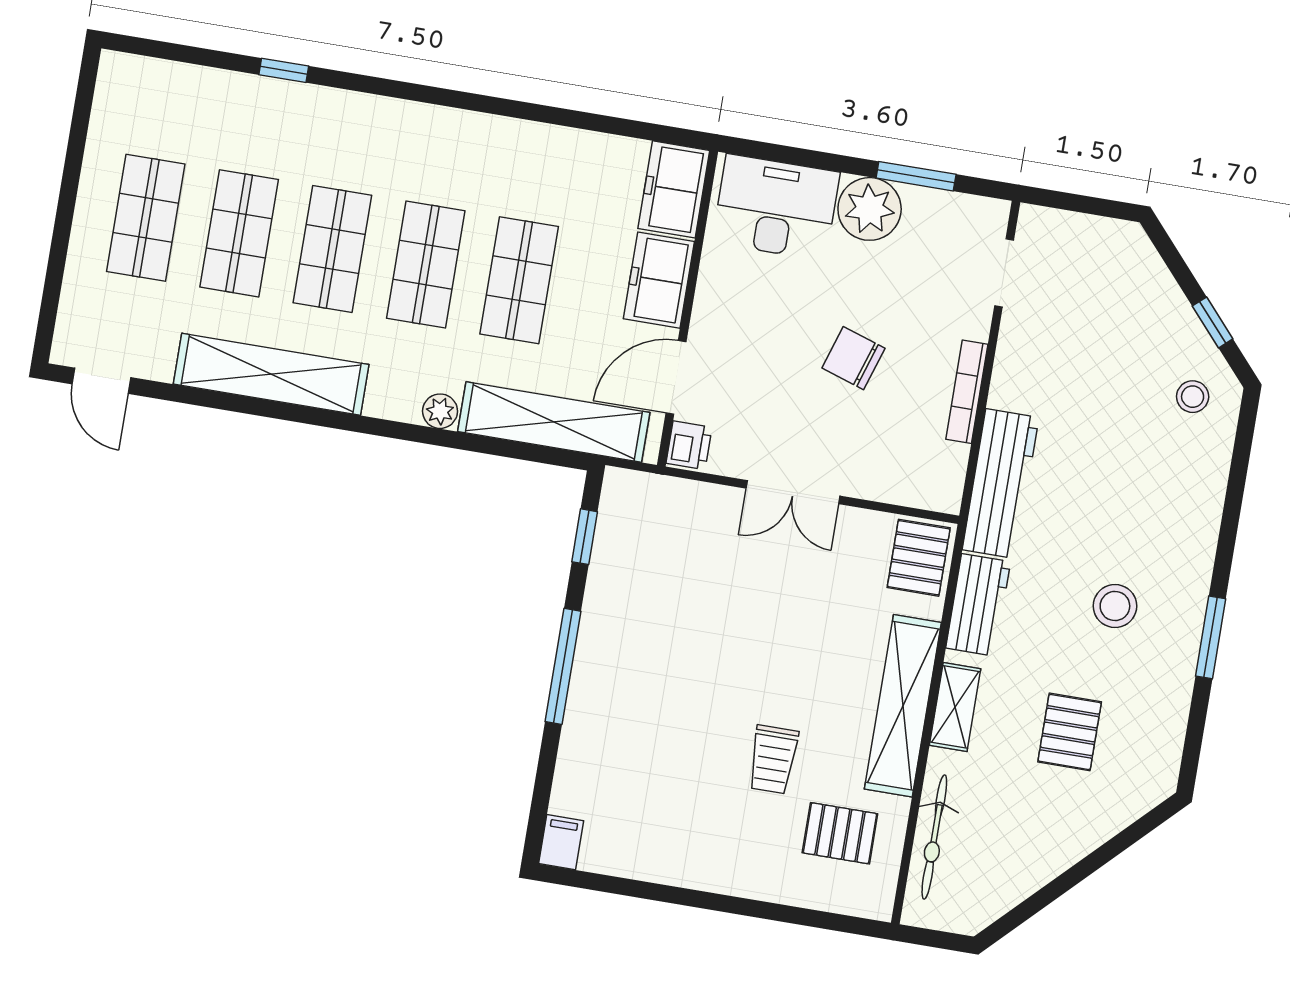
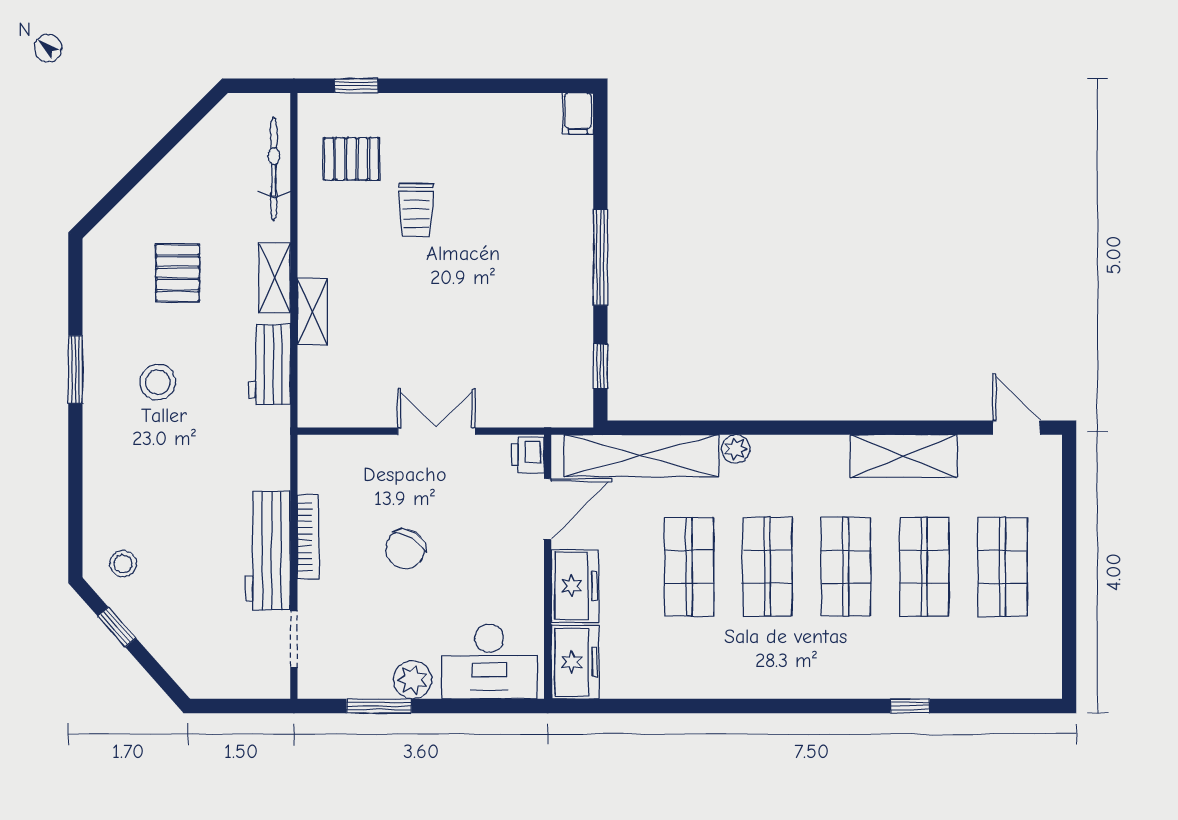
plant: (870, 209) -> (413, 680), width x0.73, depth x0.73
chair: (853, 358) -> (405, 549), turned 104
shelving: (271, 374) -> (904, 456), width x0.68
workbench: (1001, 484) -> (268, 551), moved
pallet: (919, 558) -> (325, 395), removed
shelving: (903, 706) -> (312, 312), width x0.45, depth x0.75
trolley: (773, 759) -> (416, 210), turned 180
window: (819, 919) -> (356, 86), added

